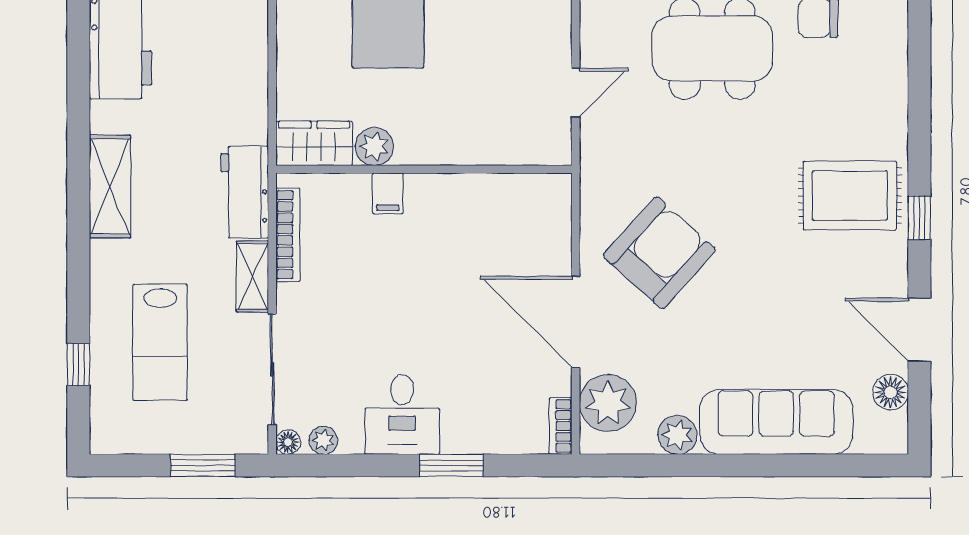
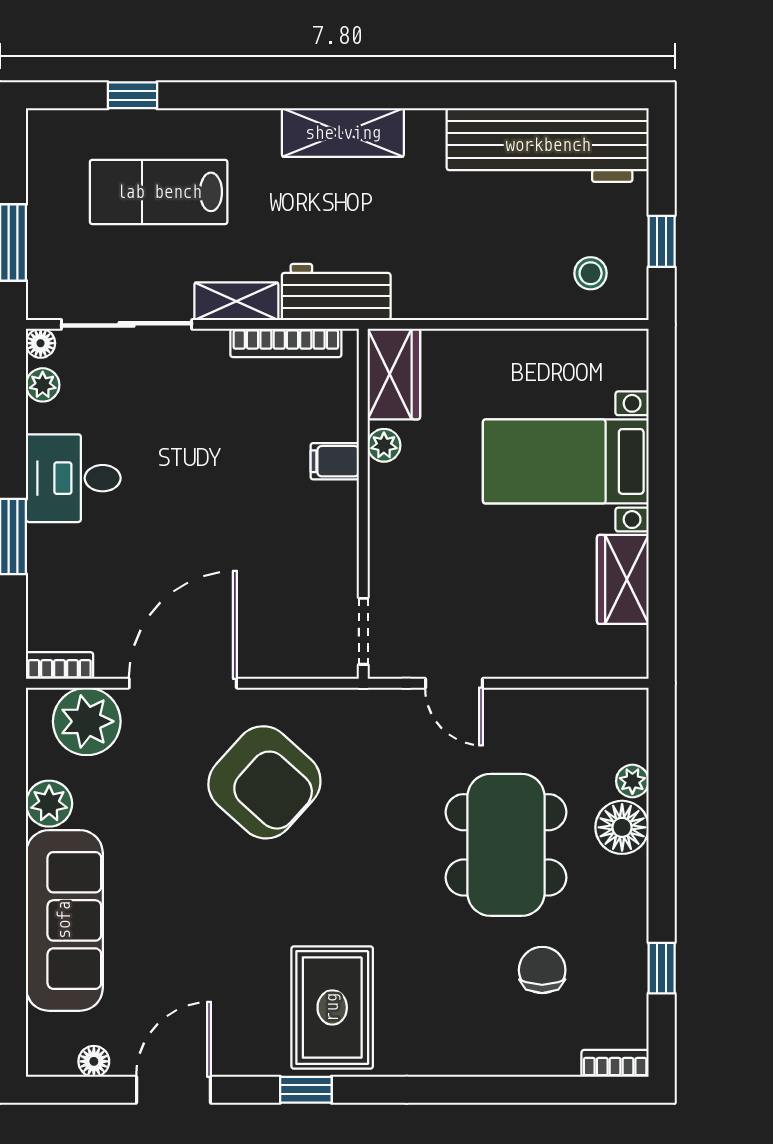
plant: (374, 147) -> (384, 445), width x0.73, depth x0.73
doorway: (532, 169) -> (363, 631), added
floor lamp: (890, 392) -> (94, 1061), width x0.73, depth x0.73

